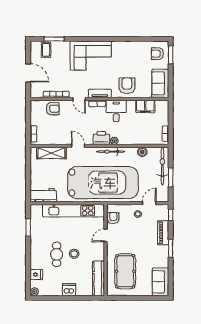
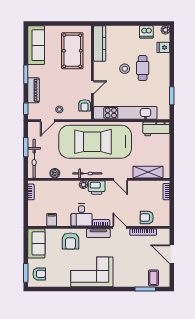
corner sofa: (91, 56) -> (92, 272), moved
filing cabinet: (145, 106) -> (52, 220), width x0.50
sofa: (161, 282) -> (36, 45), width x1.36
dishwasher: (69, 290) -> (146, 32), moved

